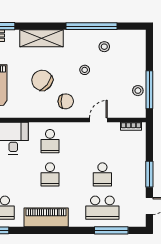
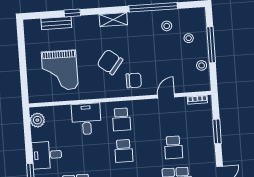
shelving: (42, 38) -> (113, 20), width x0.67, depth x0.75
stool: (85, 70) -> (189, 38), moved
window: (149, 90) -> (211, 45), moved
window: (149, 174) -> (217, 131), moved

